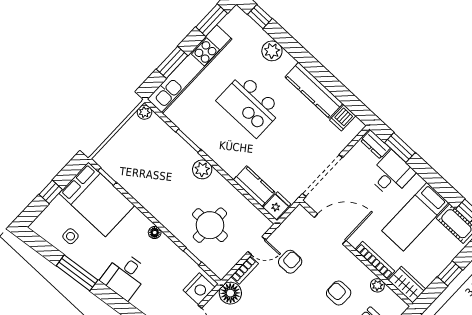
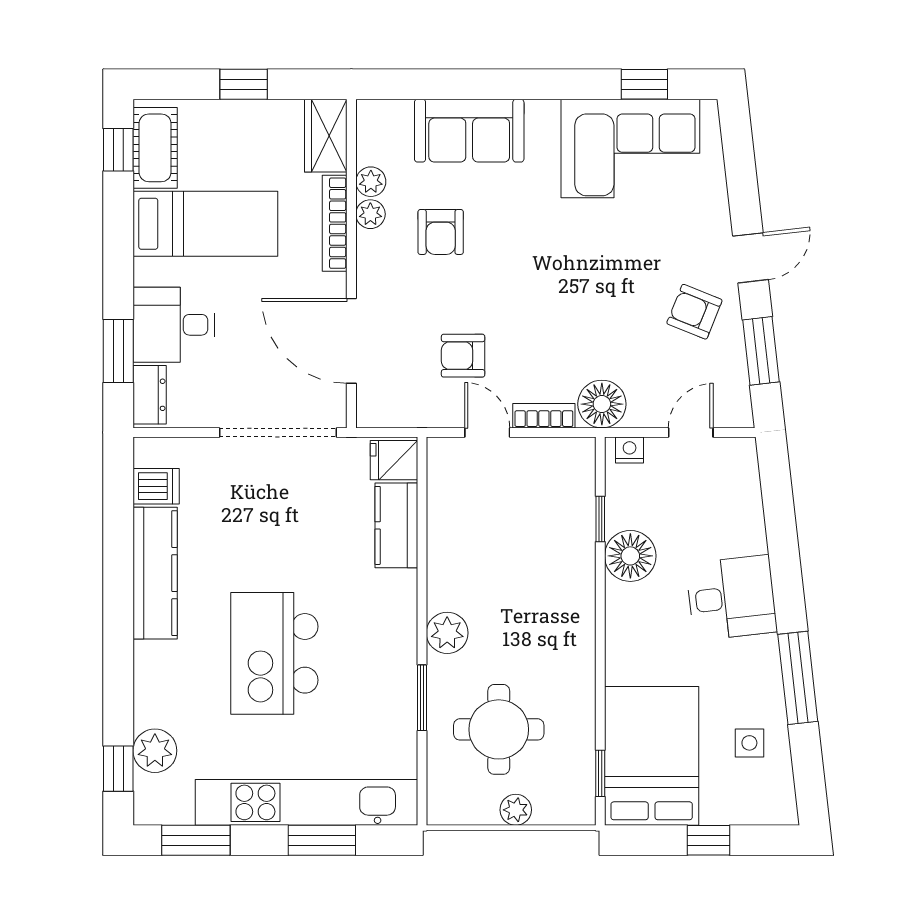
plant: (272, 51) -> (155, 751), moved
kitchen island: (250, 105) -> (274, 653), turned 180
plant: (144, 112) -> (516, 810), moved
round table: (210, 225) -> (499, 729), moved
floor lamp: (155, 233) -> (630, 556), moved, width x1.89, depth x1.89
plant: (367, 275) -> (370, 214), added
nightstand: (199, 289) -> (630, 450), width x0.53, depth x0.56

